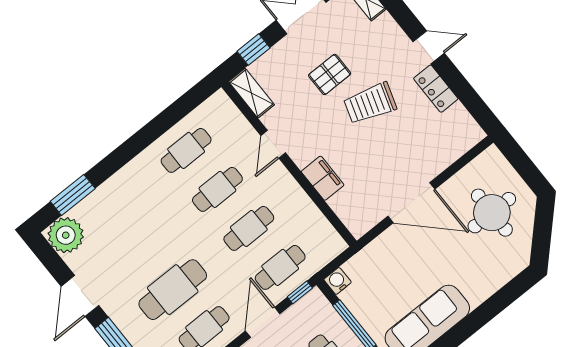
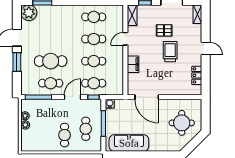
locker: (436, 89) -> (197, 75), moved
trolley: (370, 103) -> (170, 52), turned 72
door: (411, 203) -> (147, 97), moved

